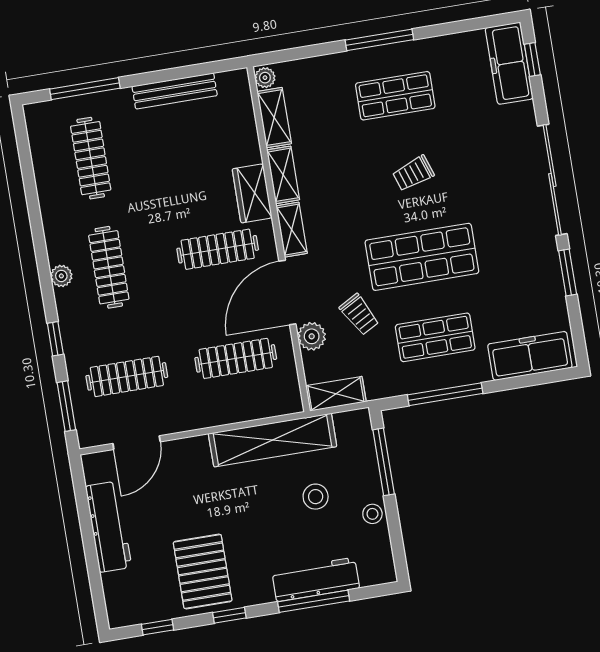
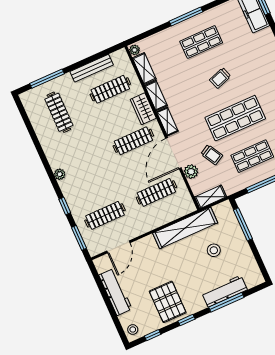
clothes rail: (109, 267) -> (110, 89), moved, turned 90
stool: (372, 514) -> (133, 329), moved

